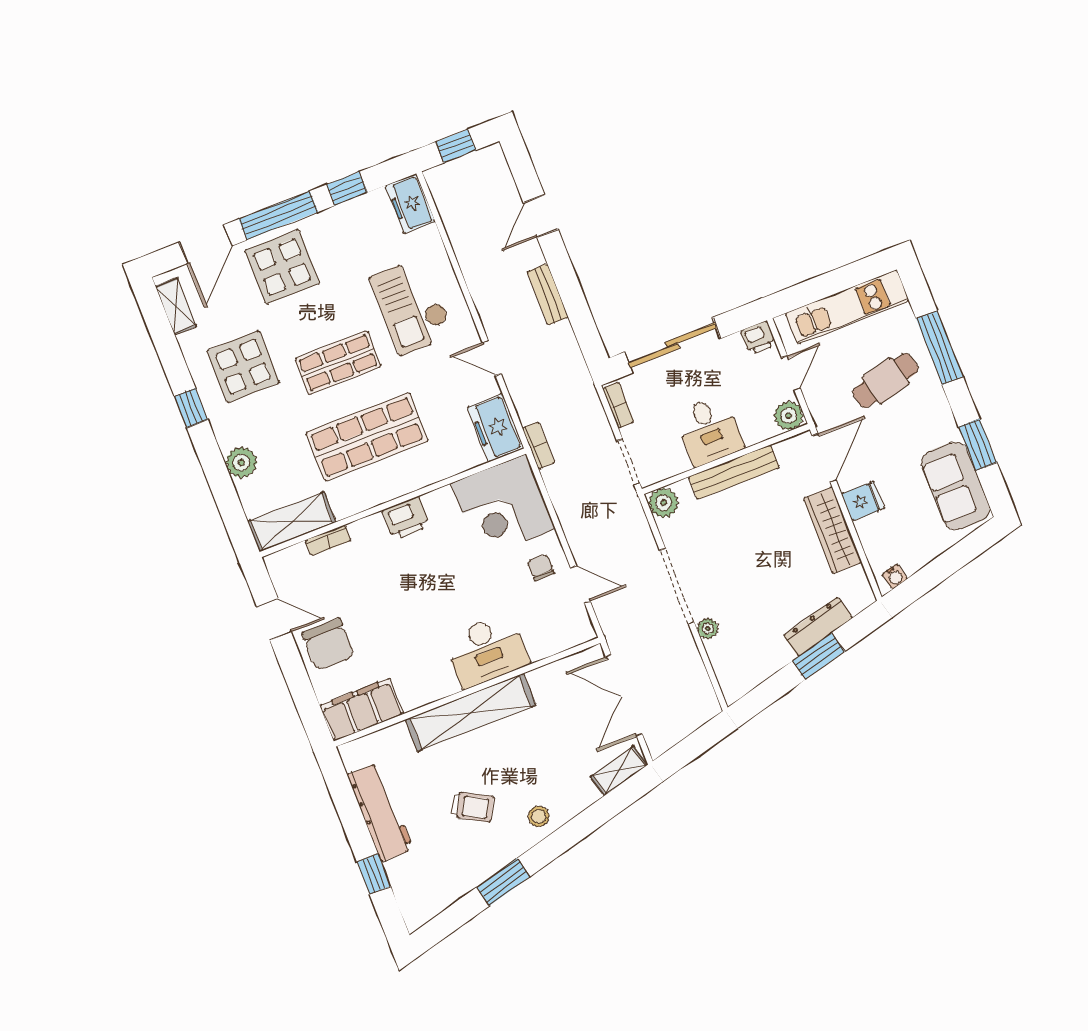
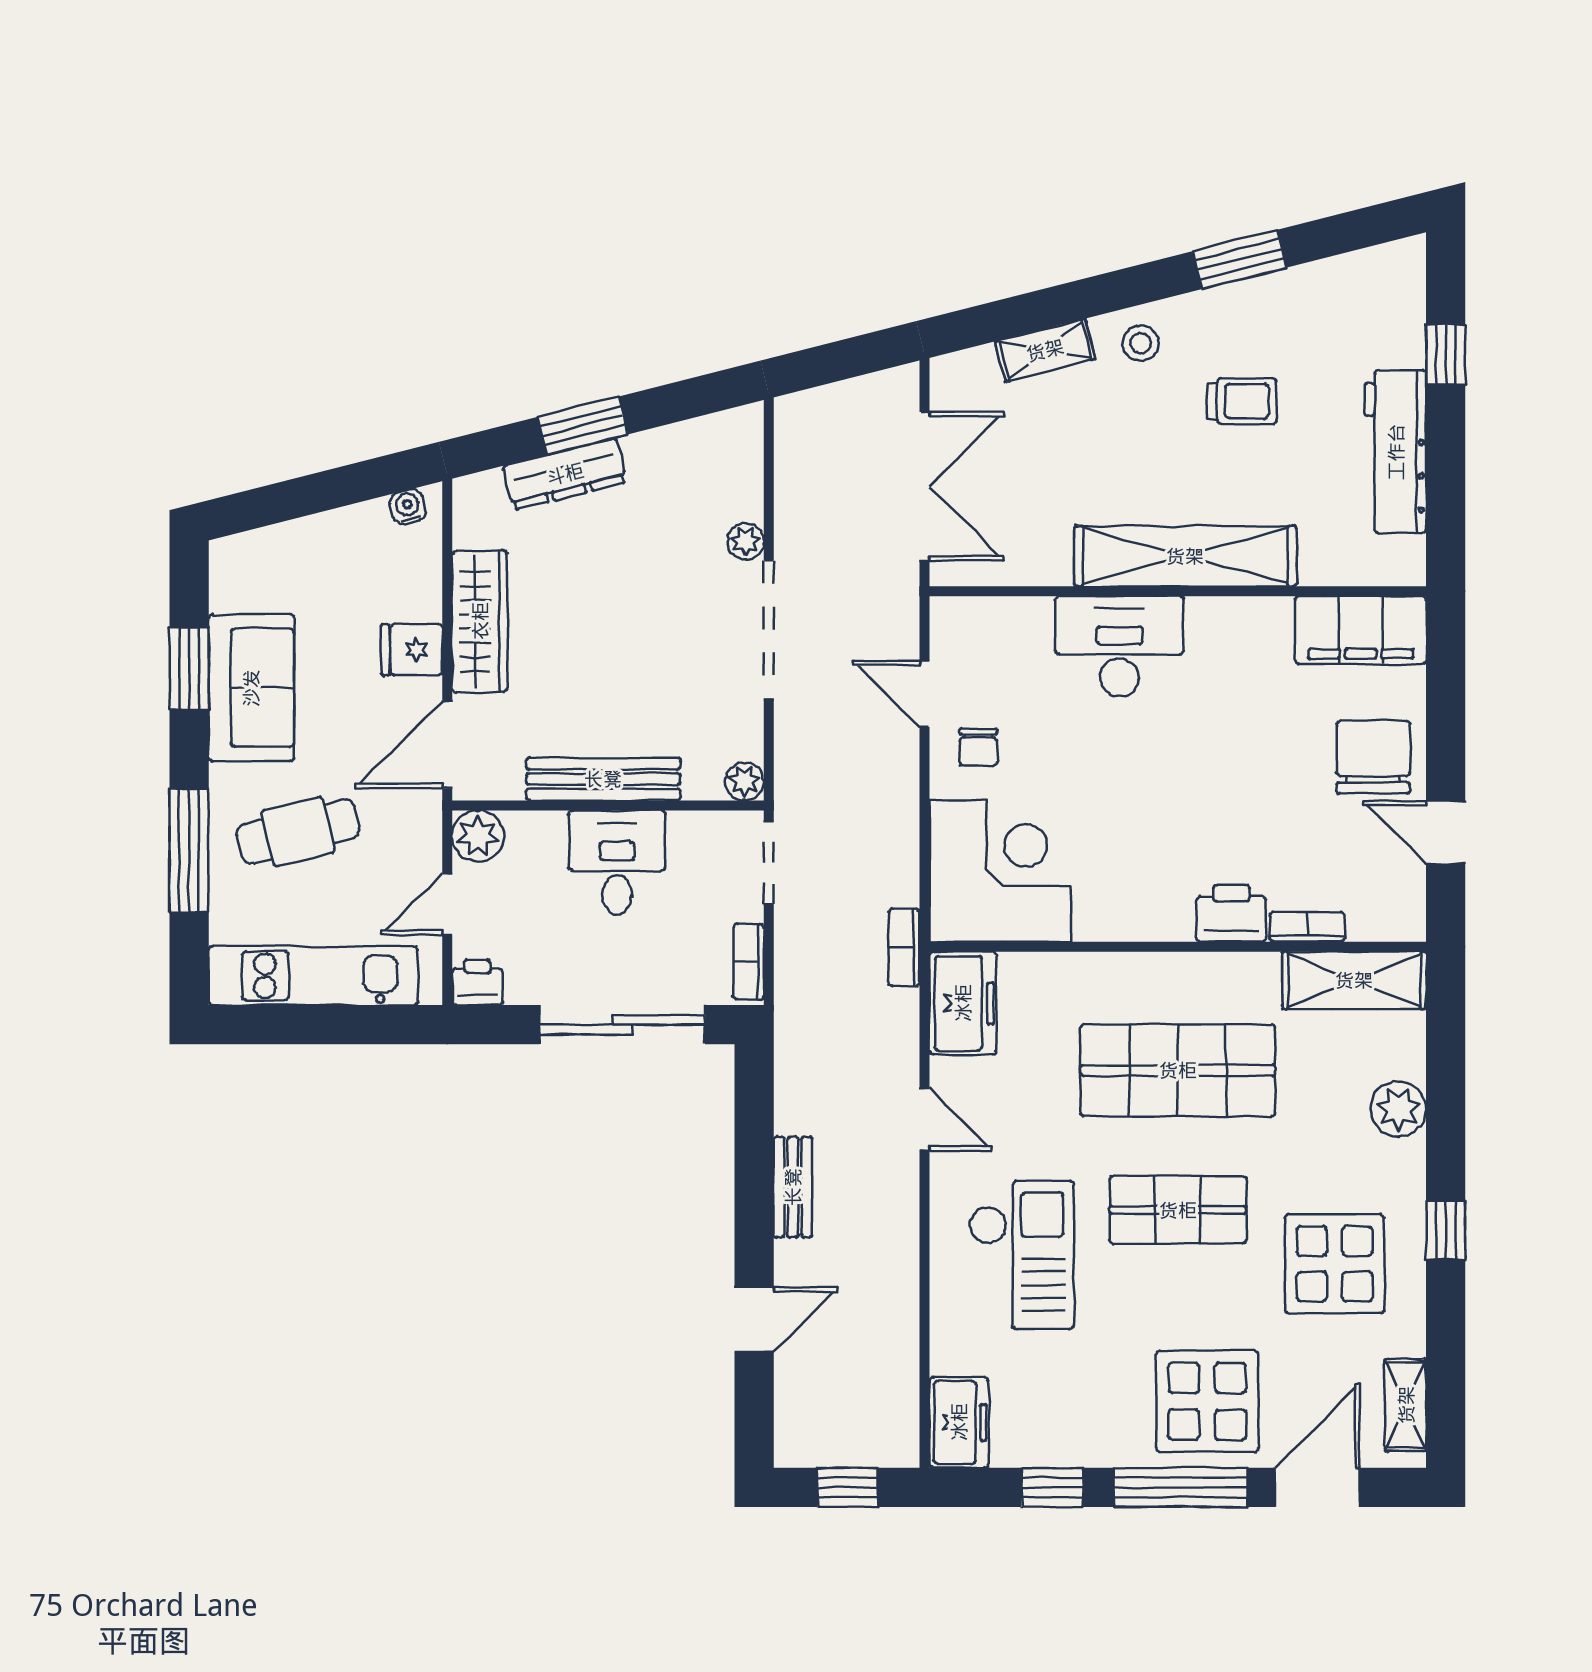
sofa: (956, 486) -> (251, 688), moved
plant: (663, 503) -> (745, 781), width x0.73, depth x0.73
printer: (406, 518) -> (1231, 913), moved
shelving: (619, 771) -> (1045, 350), moved
trolley: (473, 807) -> (1242, 401), turned 151

